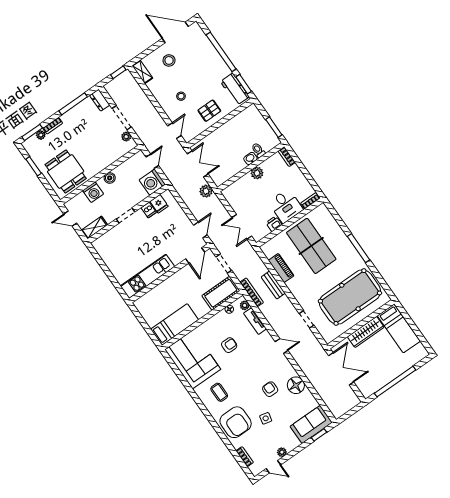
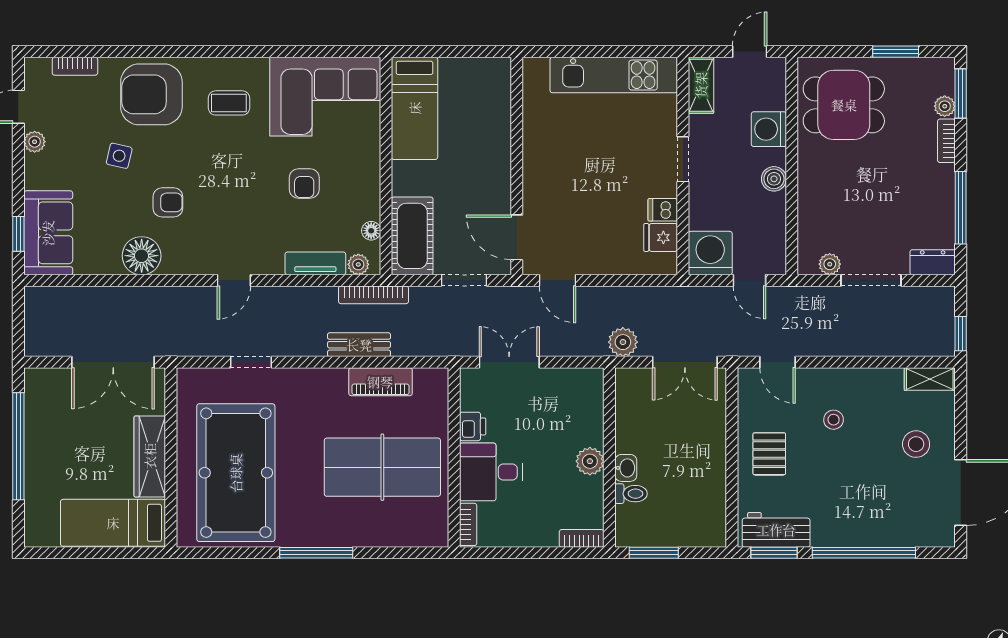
kitchen unit: (147, 276) -> (614, 75), moved, turned 90

